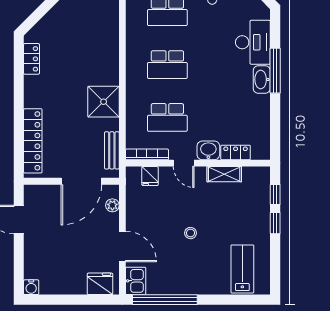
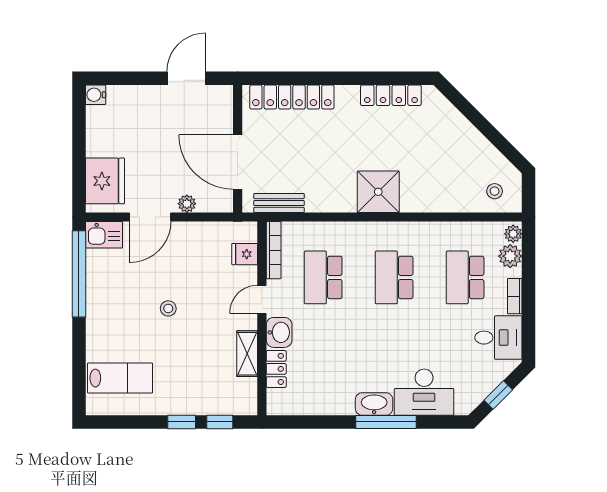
locker: (32, 59) -> (391, 95), width x1.53
shower: (104, 102) -> (378, 192), moved
plant: (112, 205) -> (187, 204), moved
fridge: (100, 284) -> (105, 181), width x1.36, depth x1.34

